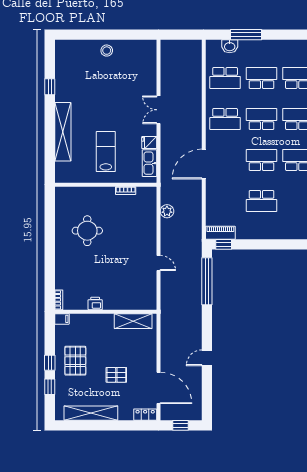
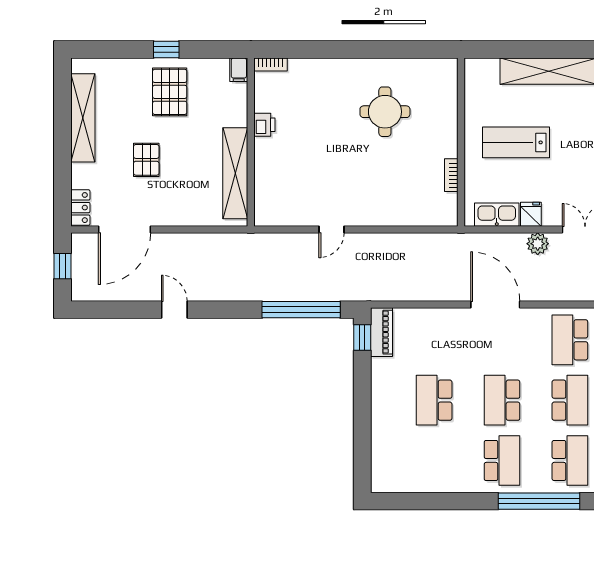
lab bench: (106, 152) -> (516, 142), turned 180
school desk: (261, 160) -> (502, 400), turned 180
plant: (167, 211) -> (538, 244), moved
shelving: (133, 321) -> (235, 173), width x1.47
pallet: (75, 361) -> (170, 92), turned 90
window: (50, 387) -> (126, 50), removed

